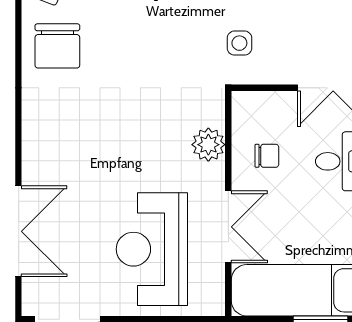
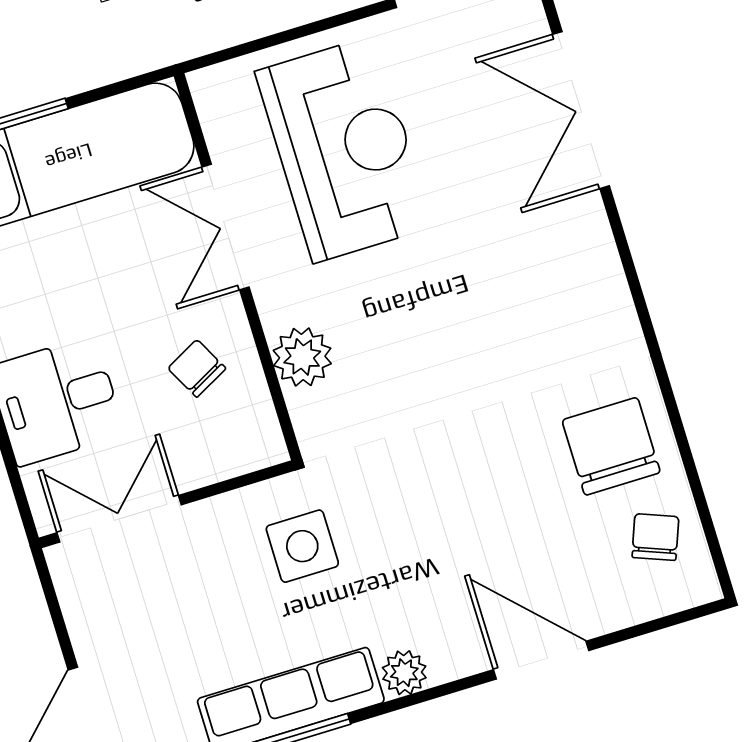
side table: (239, 43) -> (302, 546), width x1.37, depth x1.37
chair: (267, 156) -> (197, 368), turned 62

